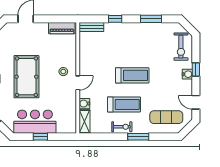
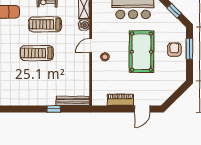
window: (151, 19) -> (18, 109), removed
bench: (91, 27) -> (73, 101), width x1.36
piano: (62, 28) -> (120, 100), moved

